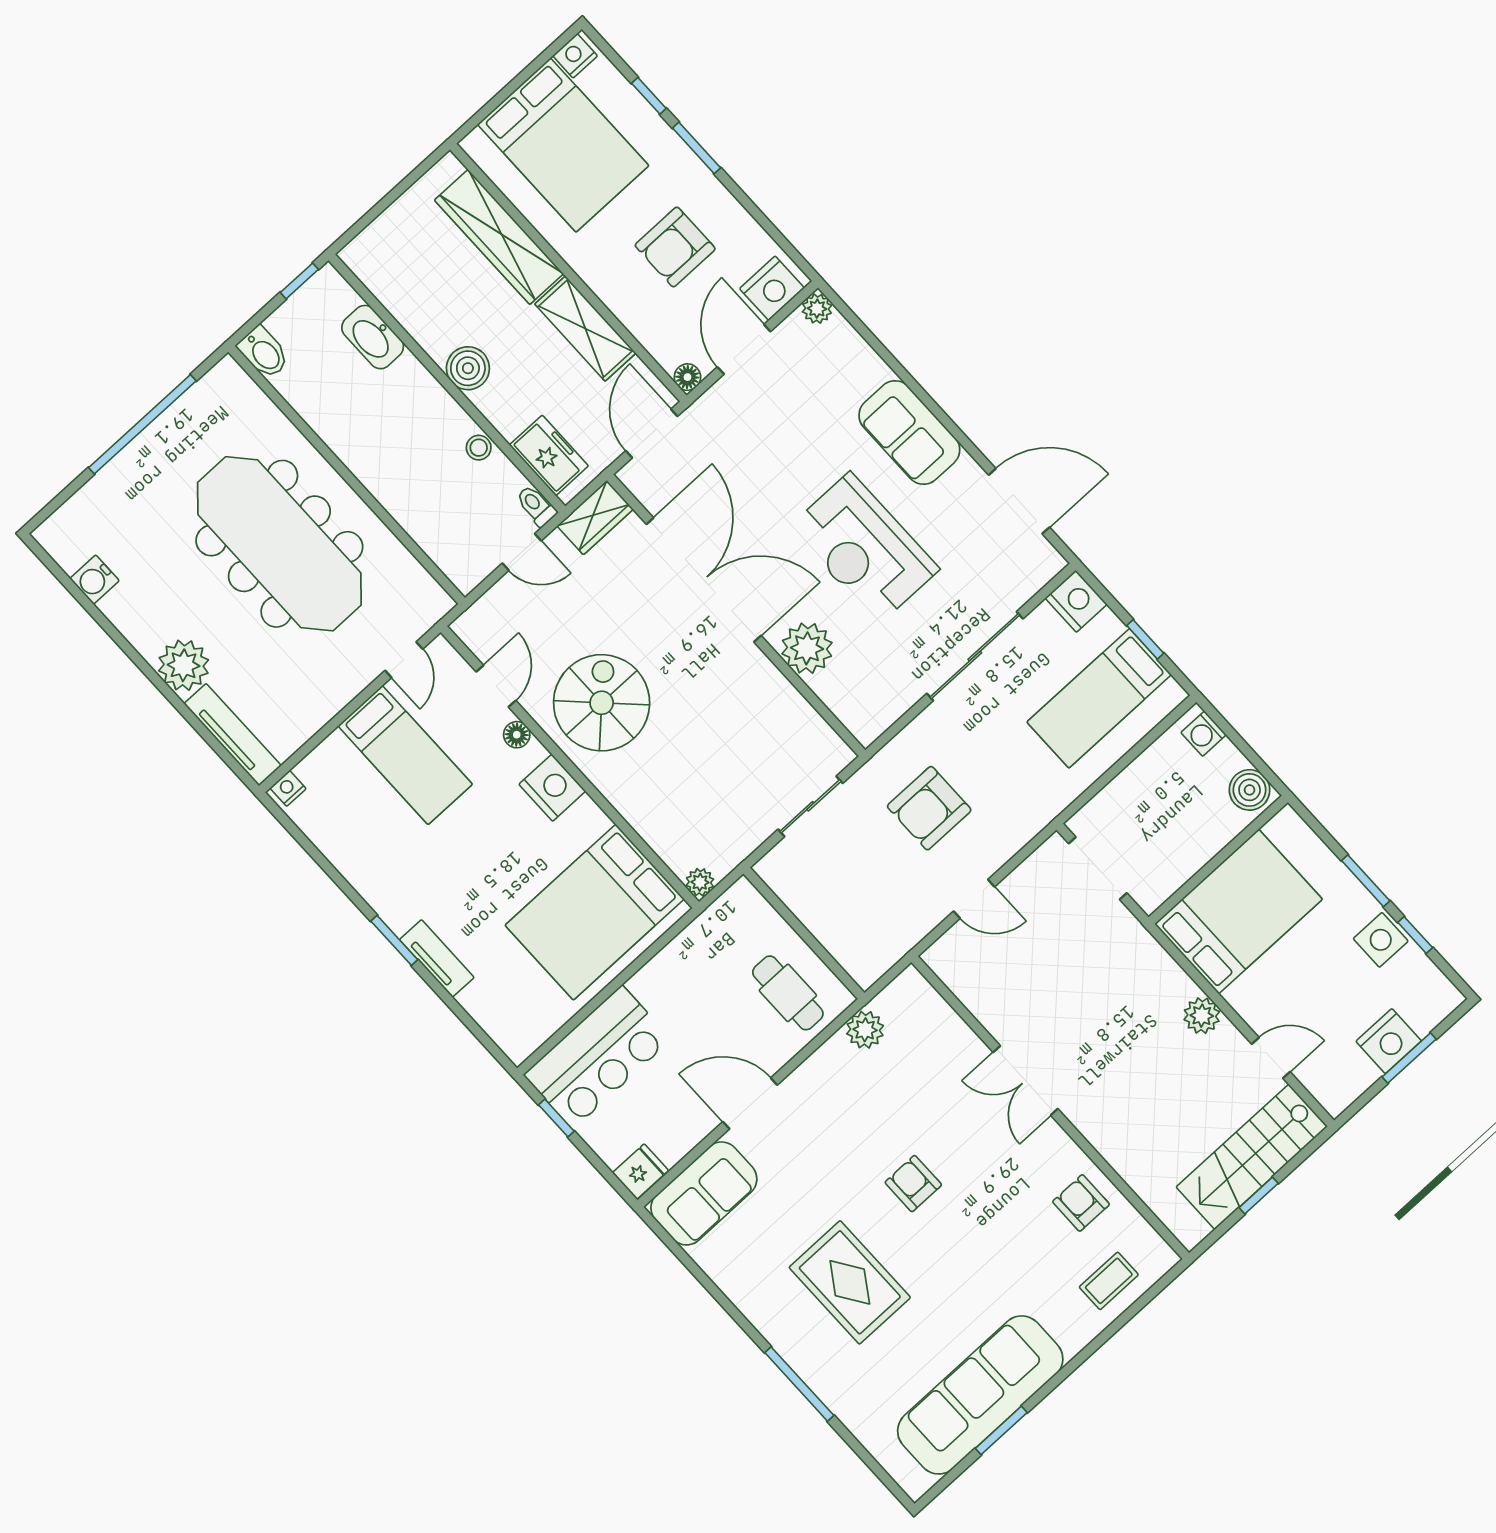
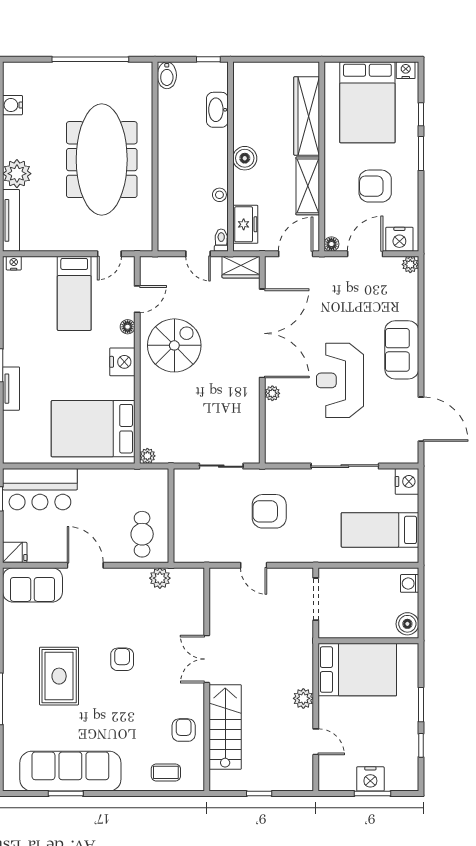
window: (1145, 639) -> (421, 523), removed
plant: (807, 648) -> (272, 393), width x0.53, depth x0.53
side table: (1381, 940) -> (405, 734), removed
stairs: (1252, 1157) -> (225, 727), moved, turned 90

